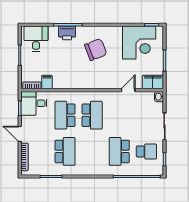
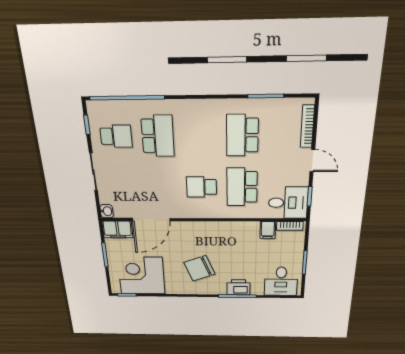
door: (128, 90) -> (151, 219), width x1.88
school desk: (65, 115) -> (242, 187), turned 180
school desk: (92, 115) -> (201, 187), width x0.54
school desk: (146, 151) -> (116, 136), turned 180

